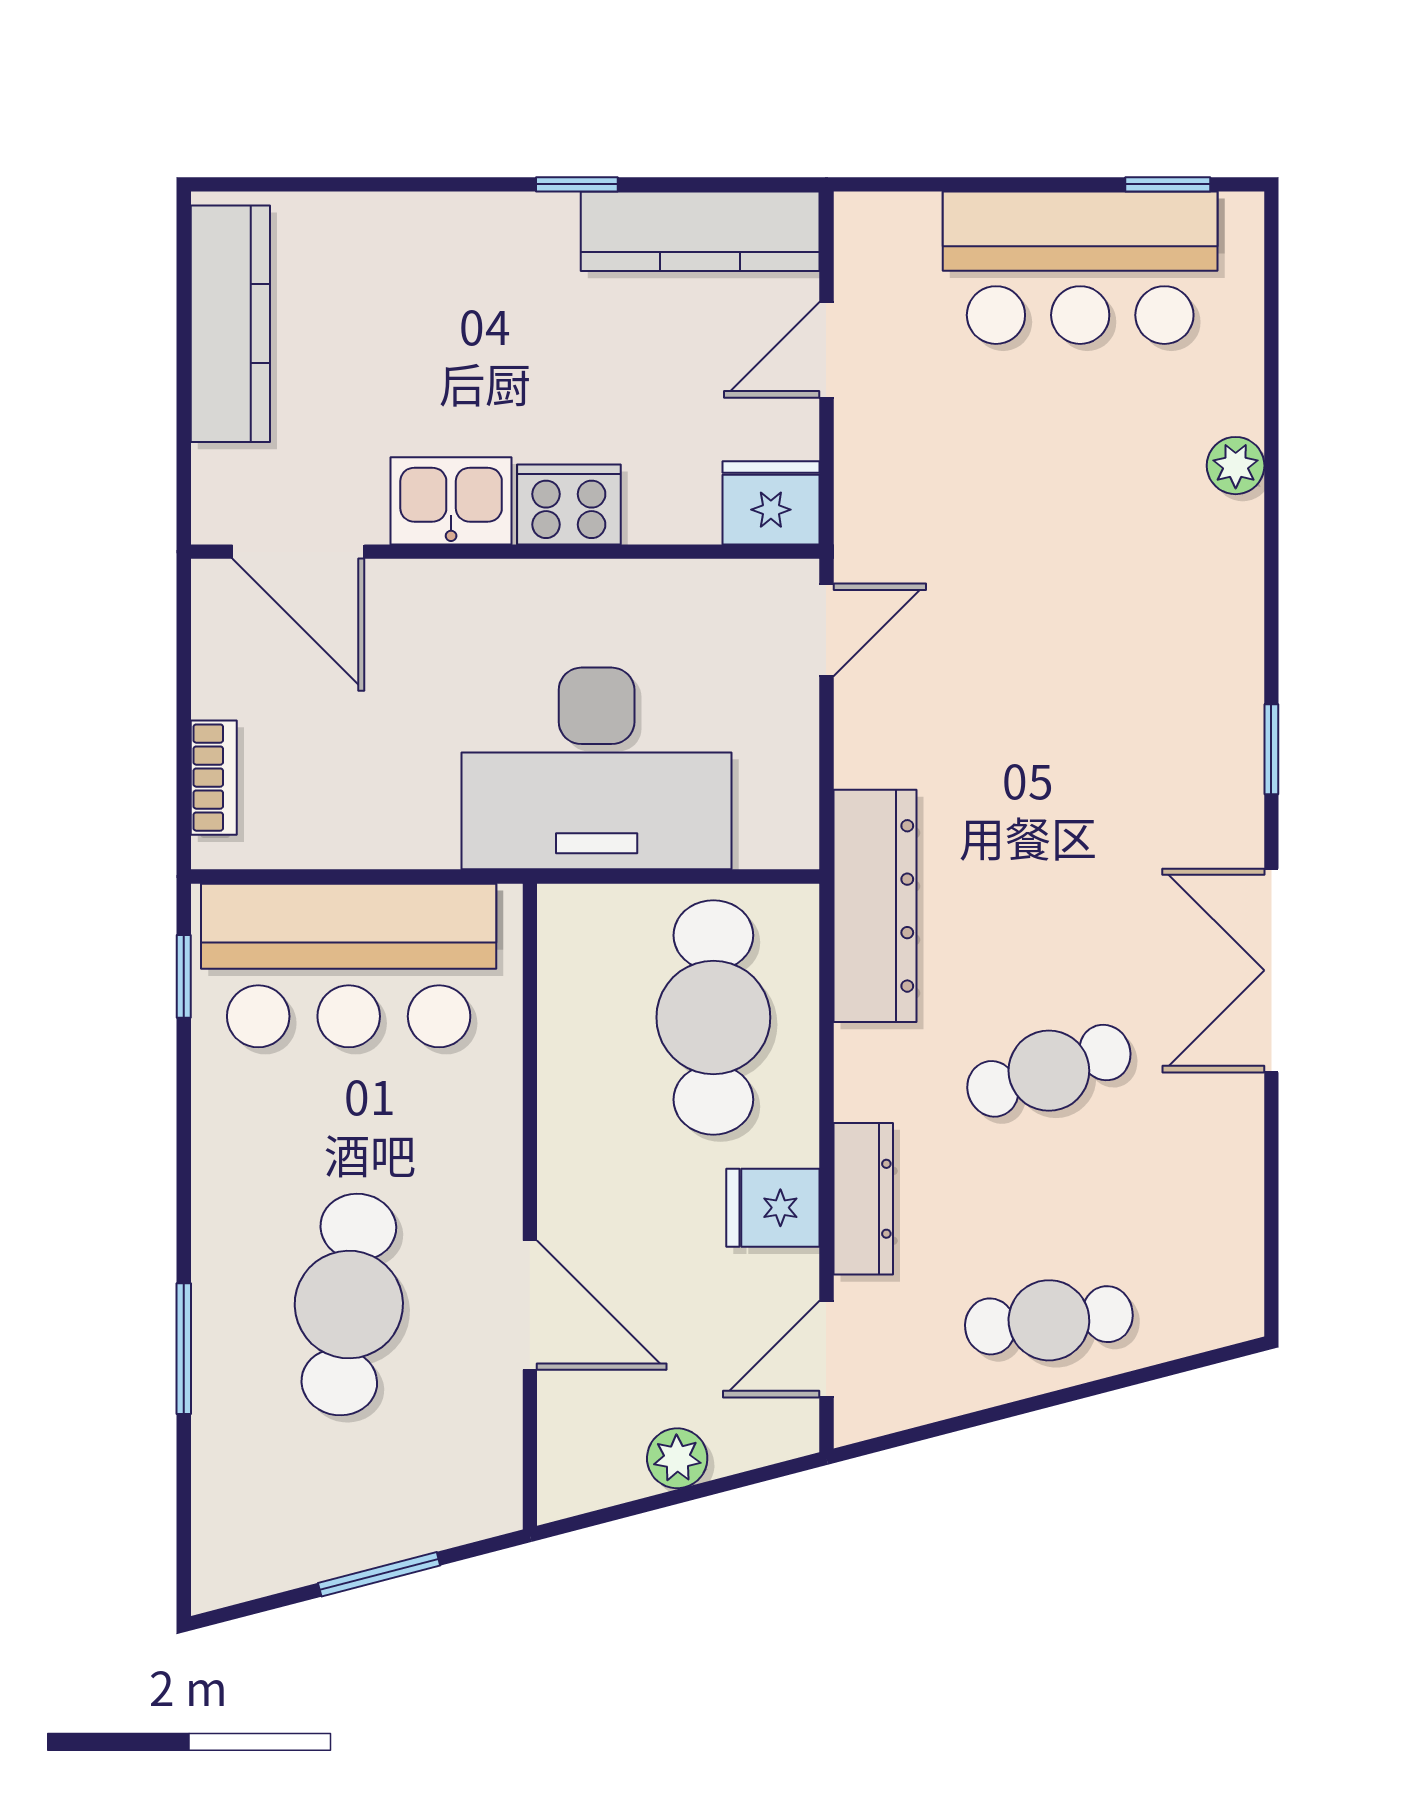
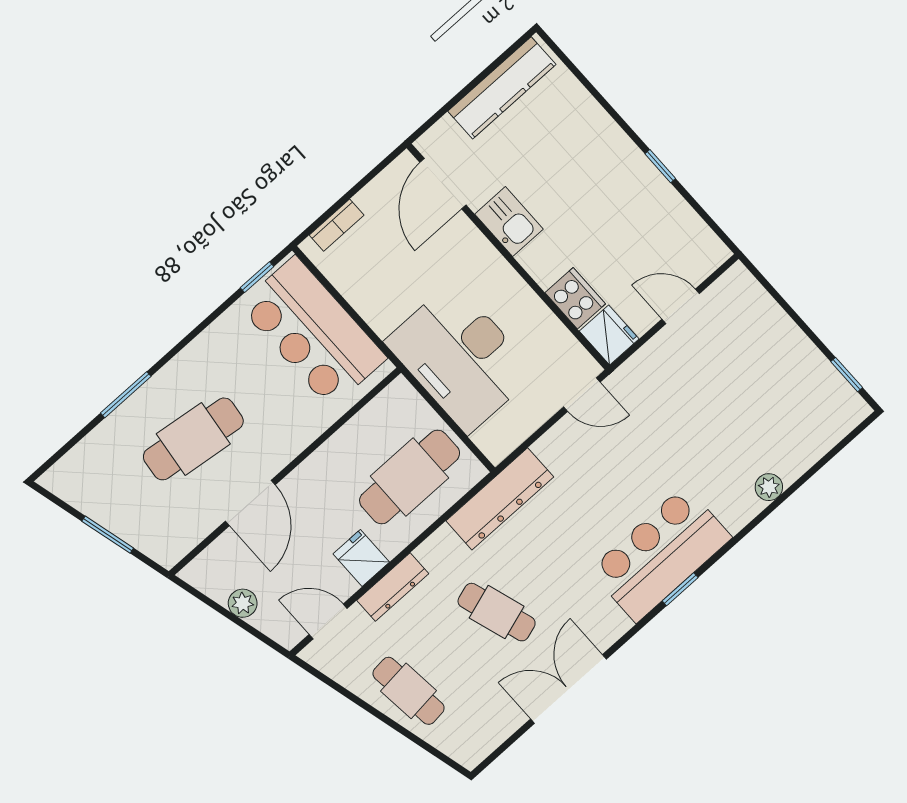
kitchen counter: (700, 231) -> (683, 224), removed
bar counter: (1080, 268) -> (660, 554), moved, turned 90
cooker: (569, 505) -> (575, 298), moved
double door: (1271, 970) -> (568, 689), moved

